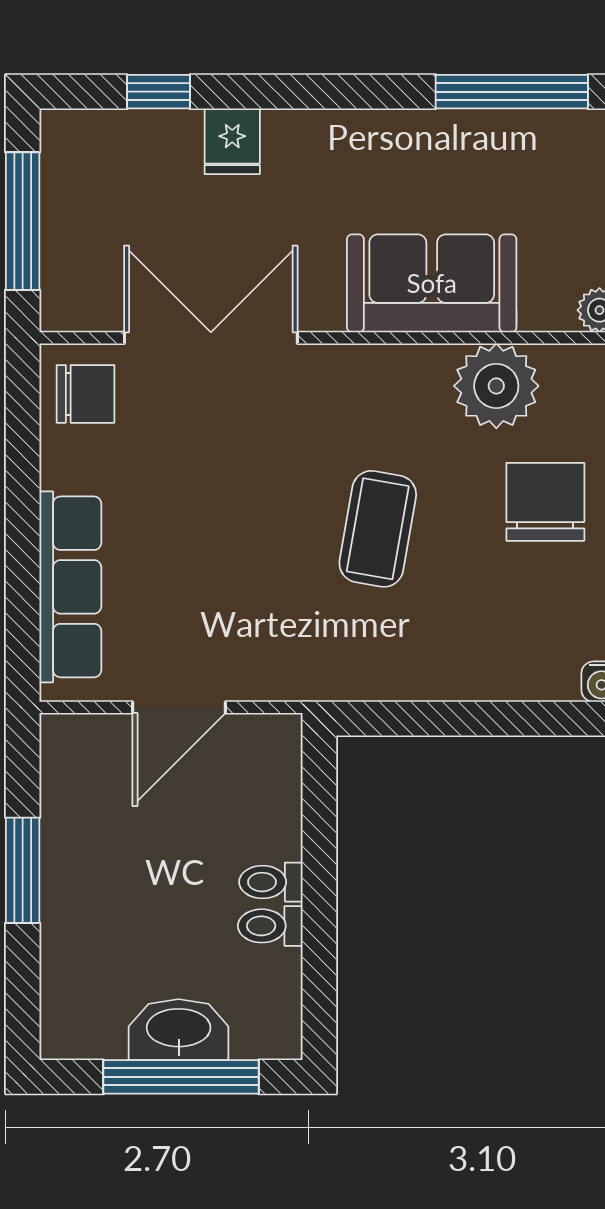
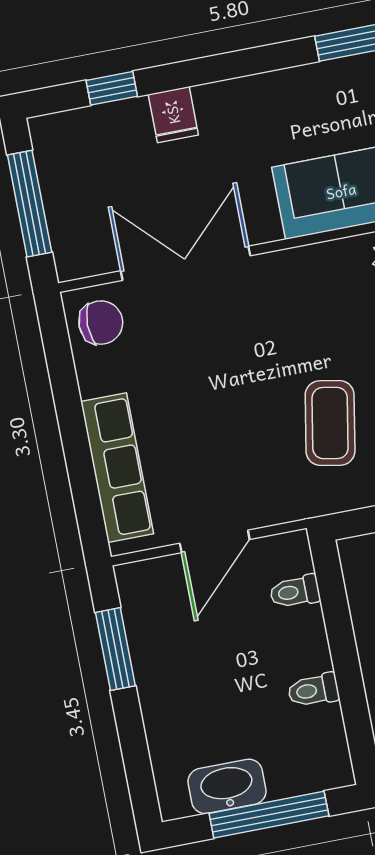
coffee table: (378, 529) -> (330, 423), moved
window: (23, 870) -> (115, 649), moved
toilet: (271, 882) -> (295, 592), moved
washbasin: (179, 1030) -> (227, 786), moved

